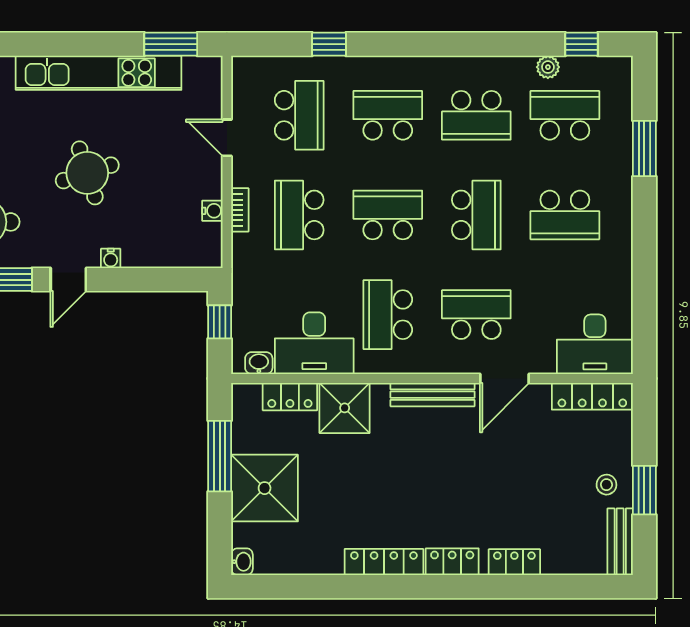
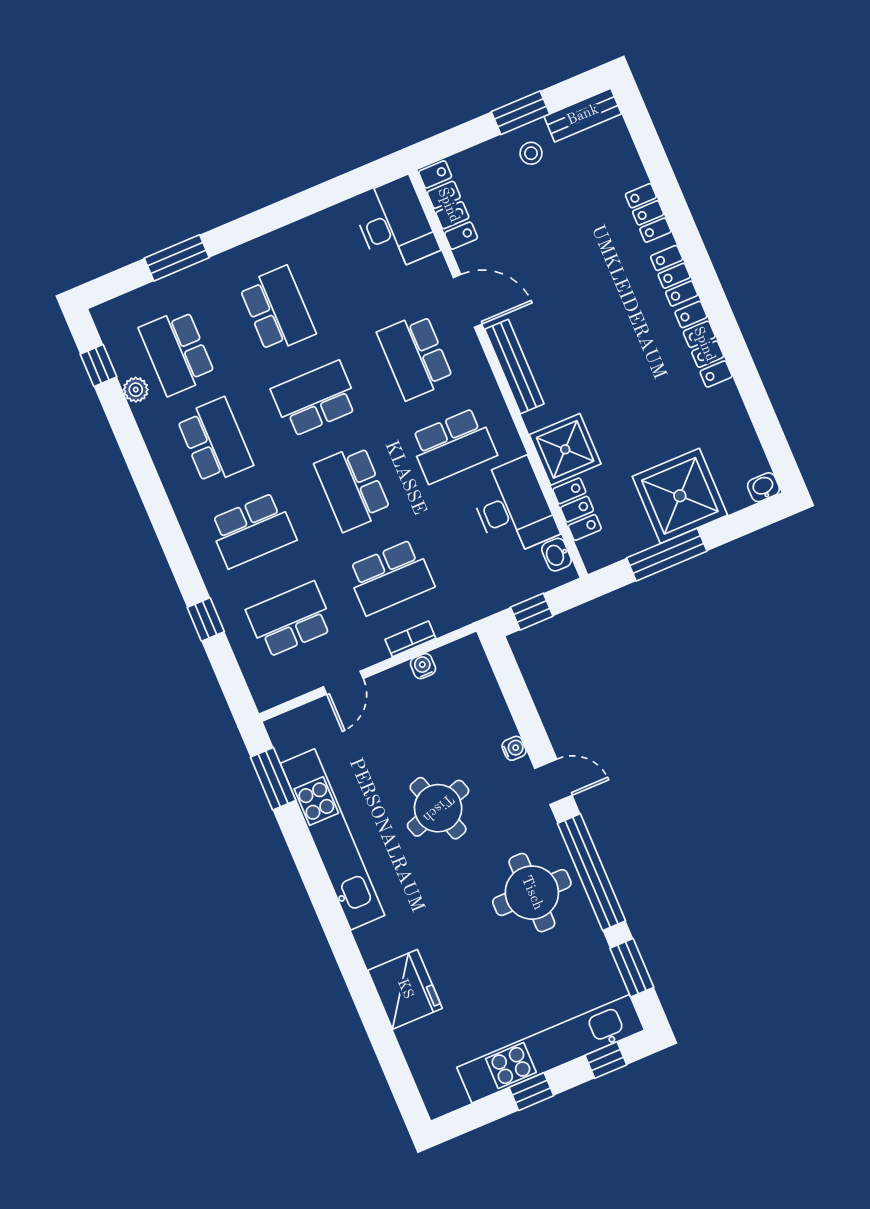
school desk: (388, 115) -> (252, 530), turned -90

